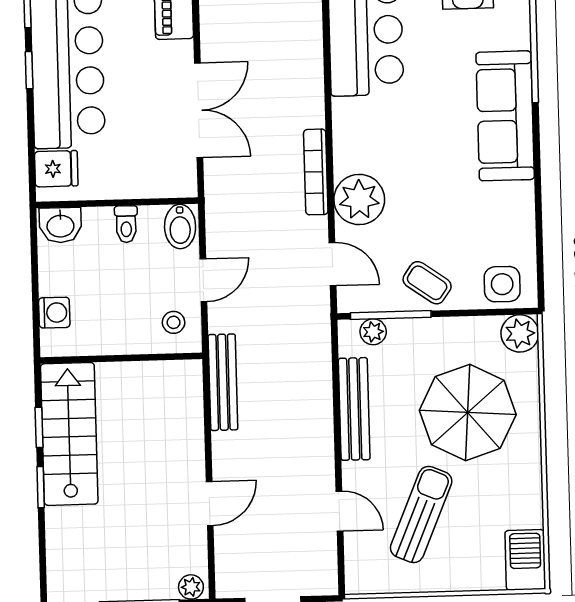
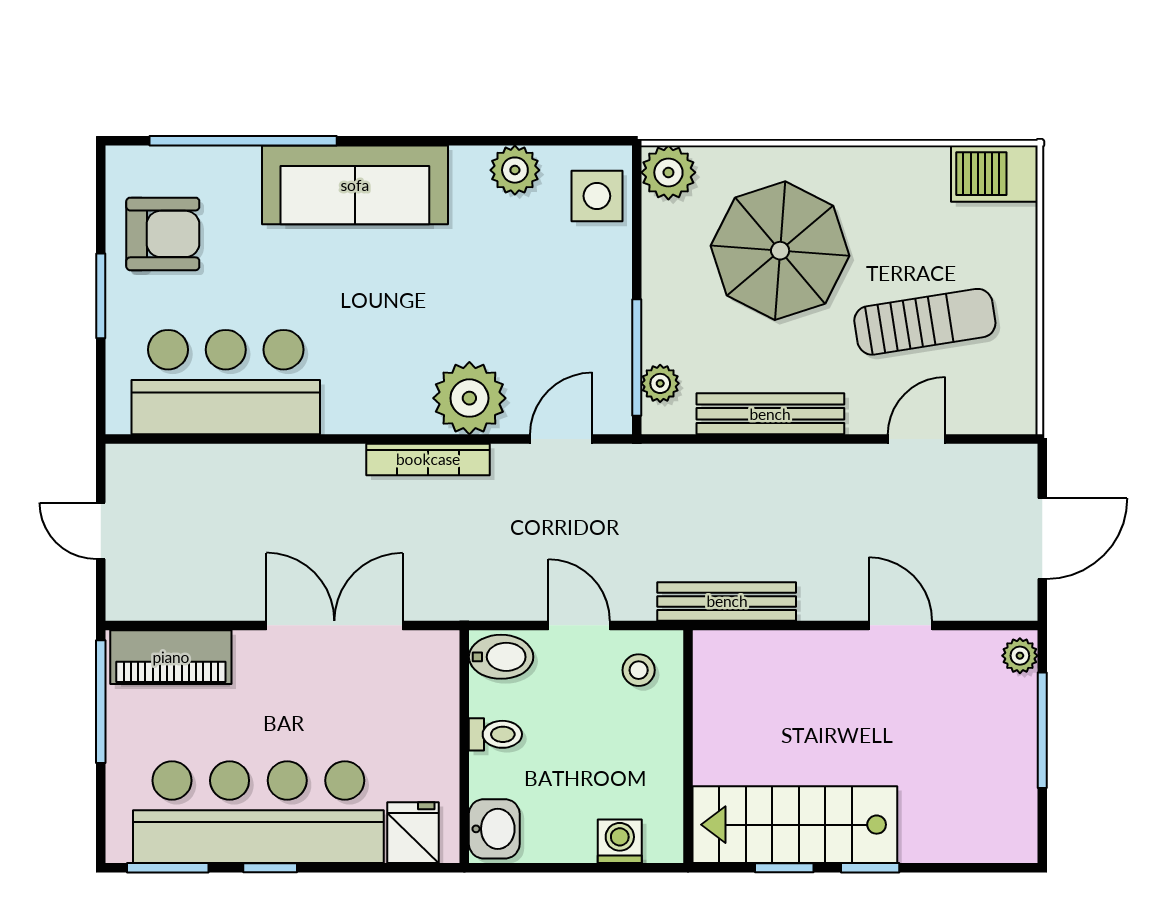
plant: (519, 227) -> (515, 170), added
coffee table: (427, 283) -> (592, 304), removed
sun lounger: (421, 514) -> (925, 322), turned 148

